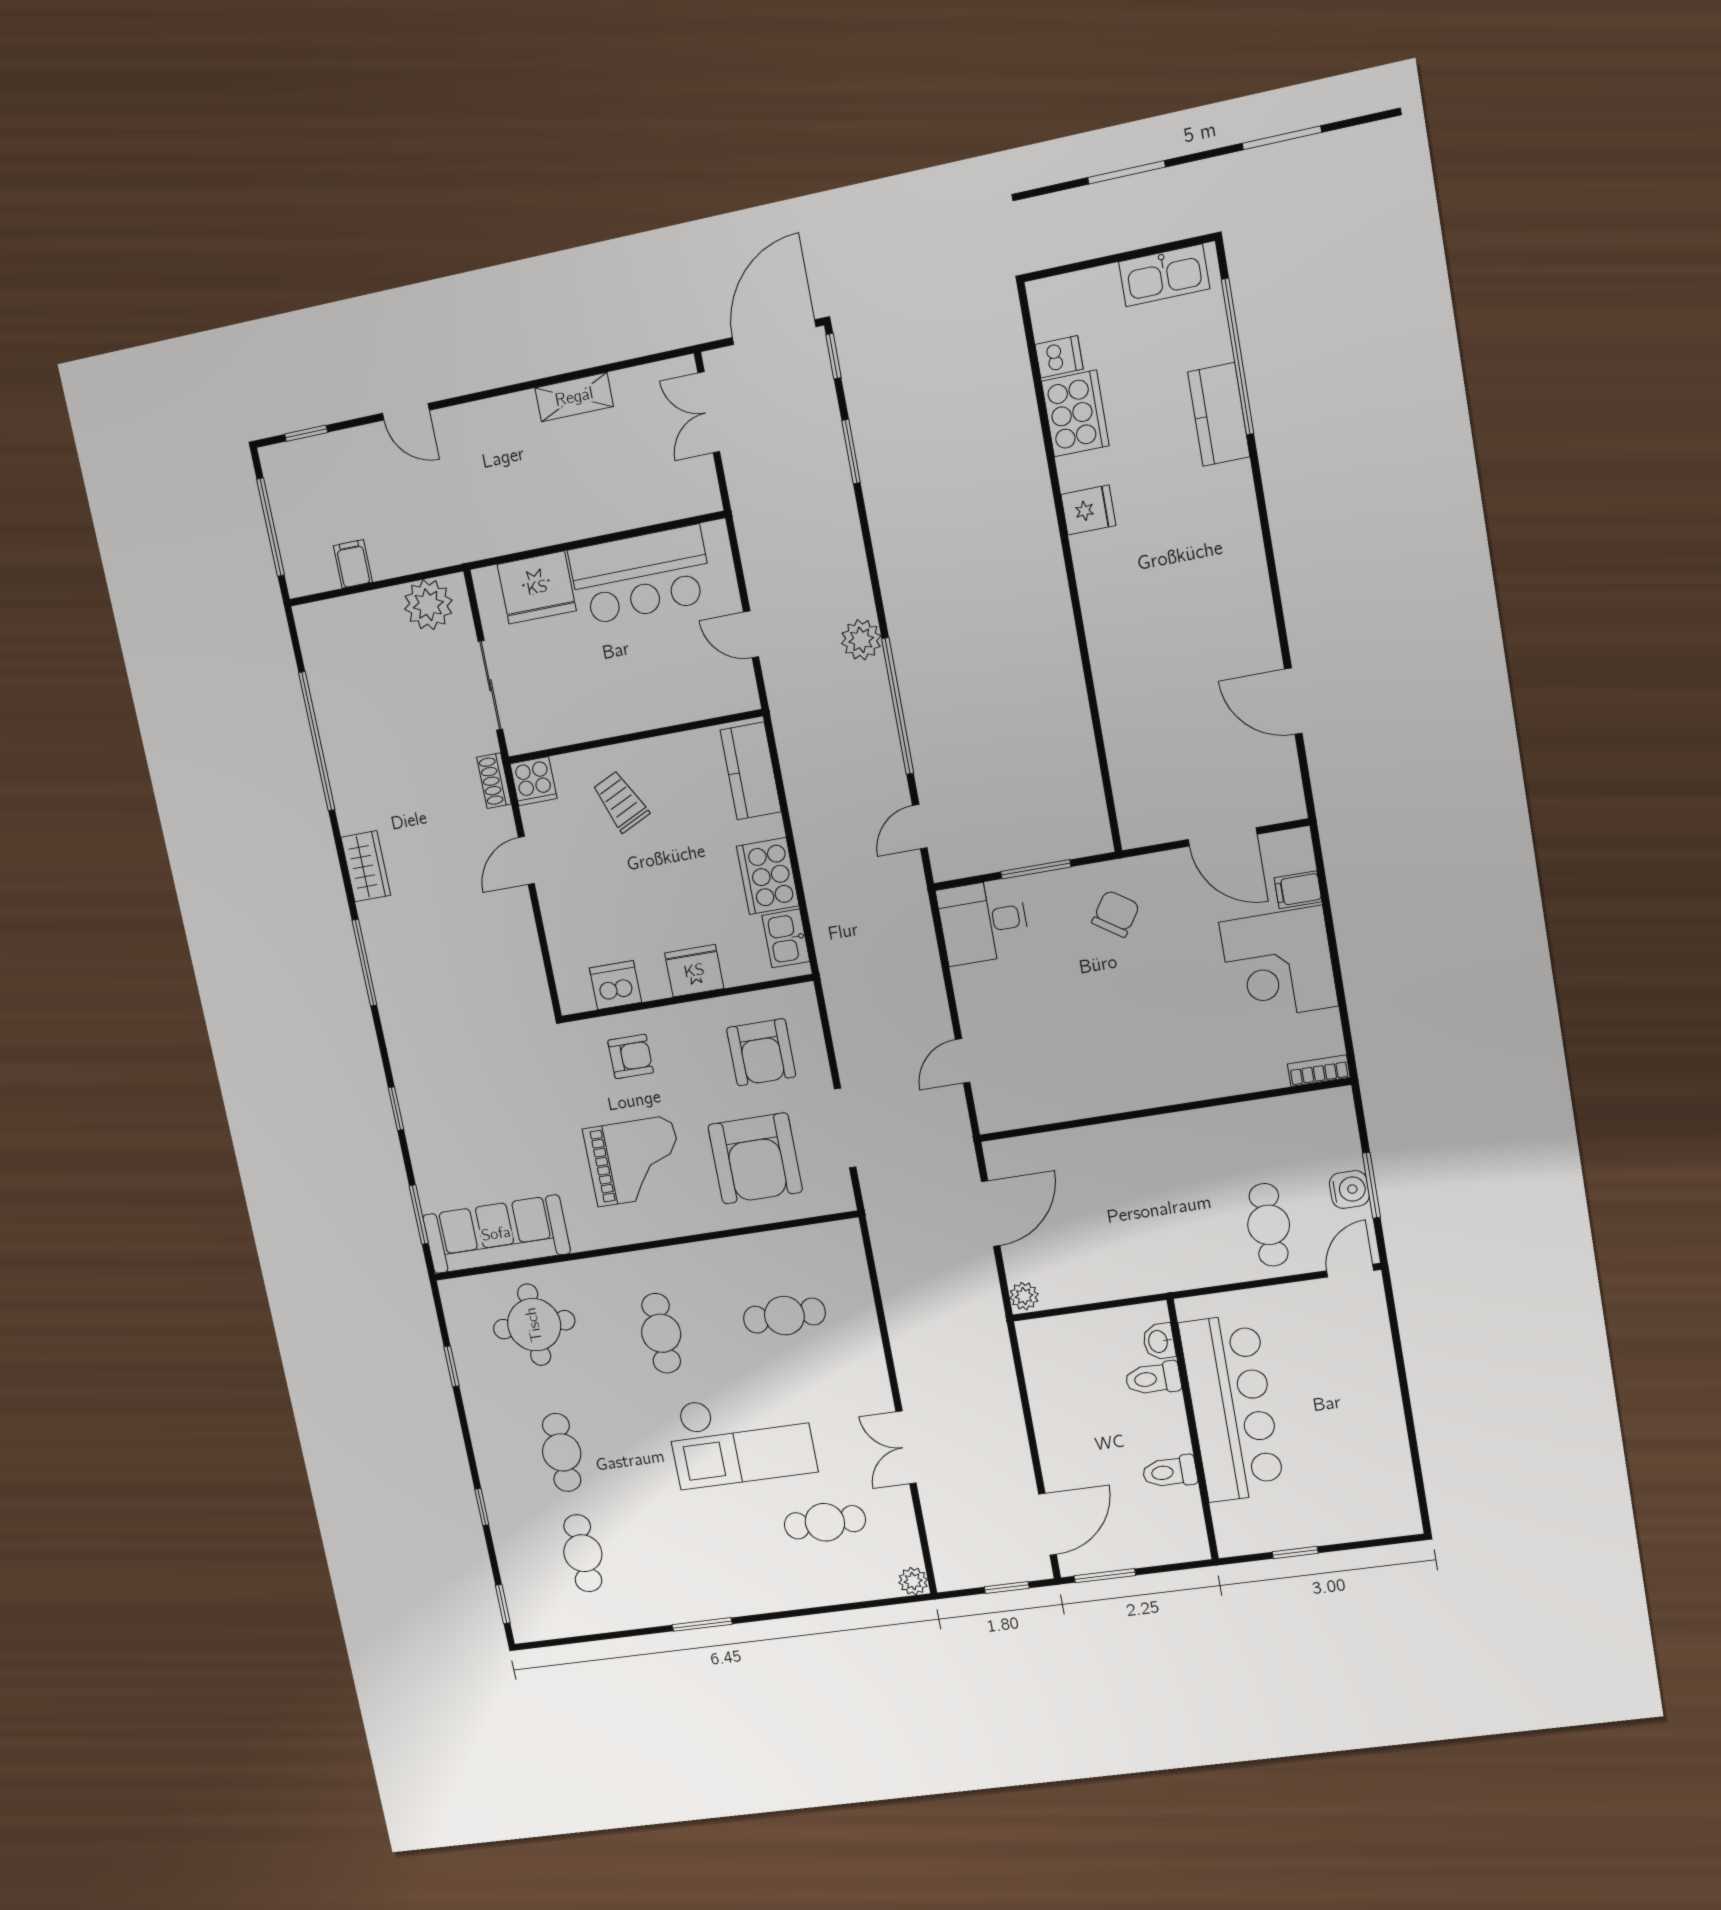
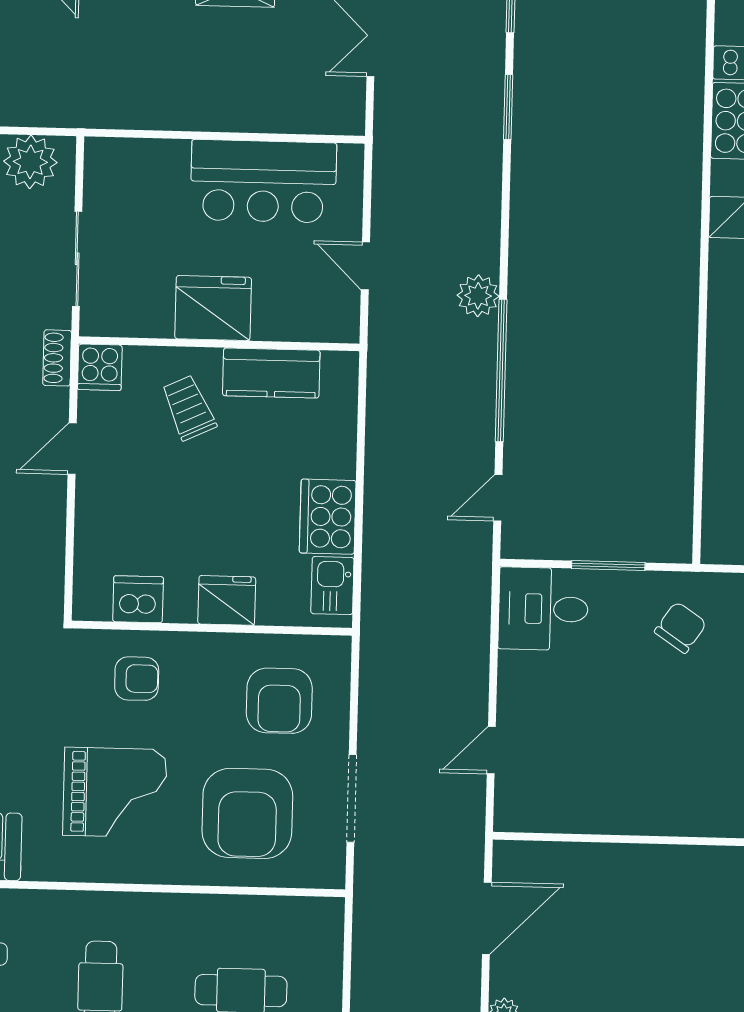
fridge: (537, 588) -> (213, 308), moved, turned 180
kitchen counter: (751, 771) -> (271, 373), moved, turned -90

